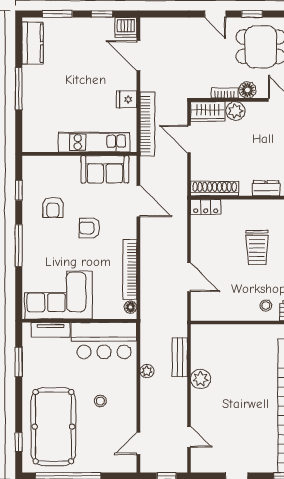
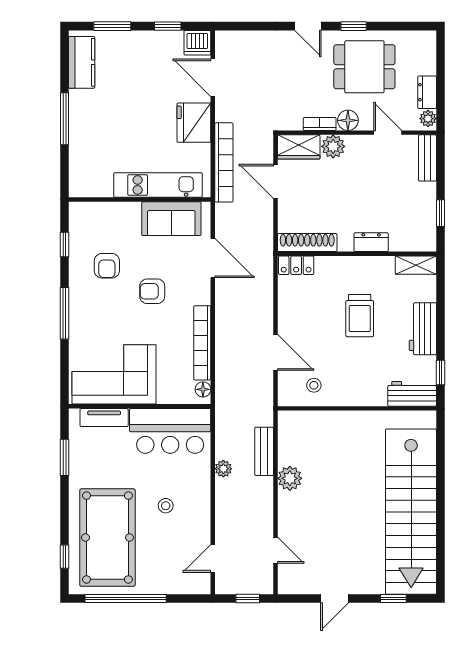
fridge: (127, 99) -> (194, 123), width x1.88, depth x1.34
stool: (266, 306) -> (314, 385), moved

